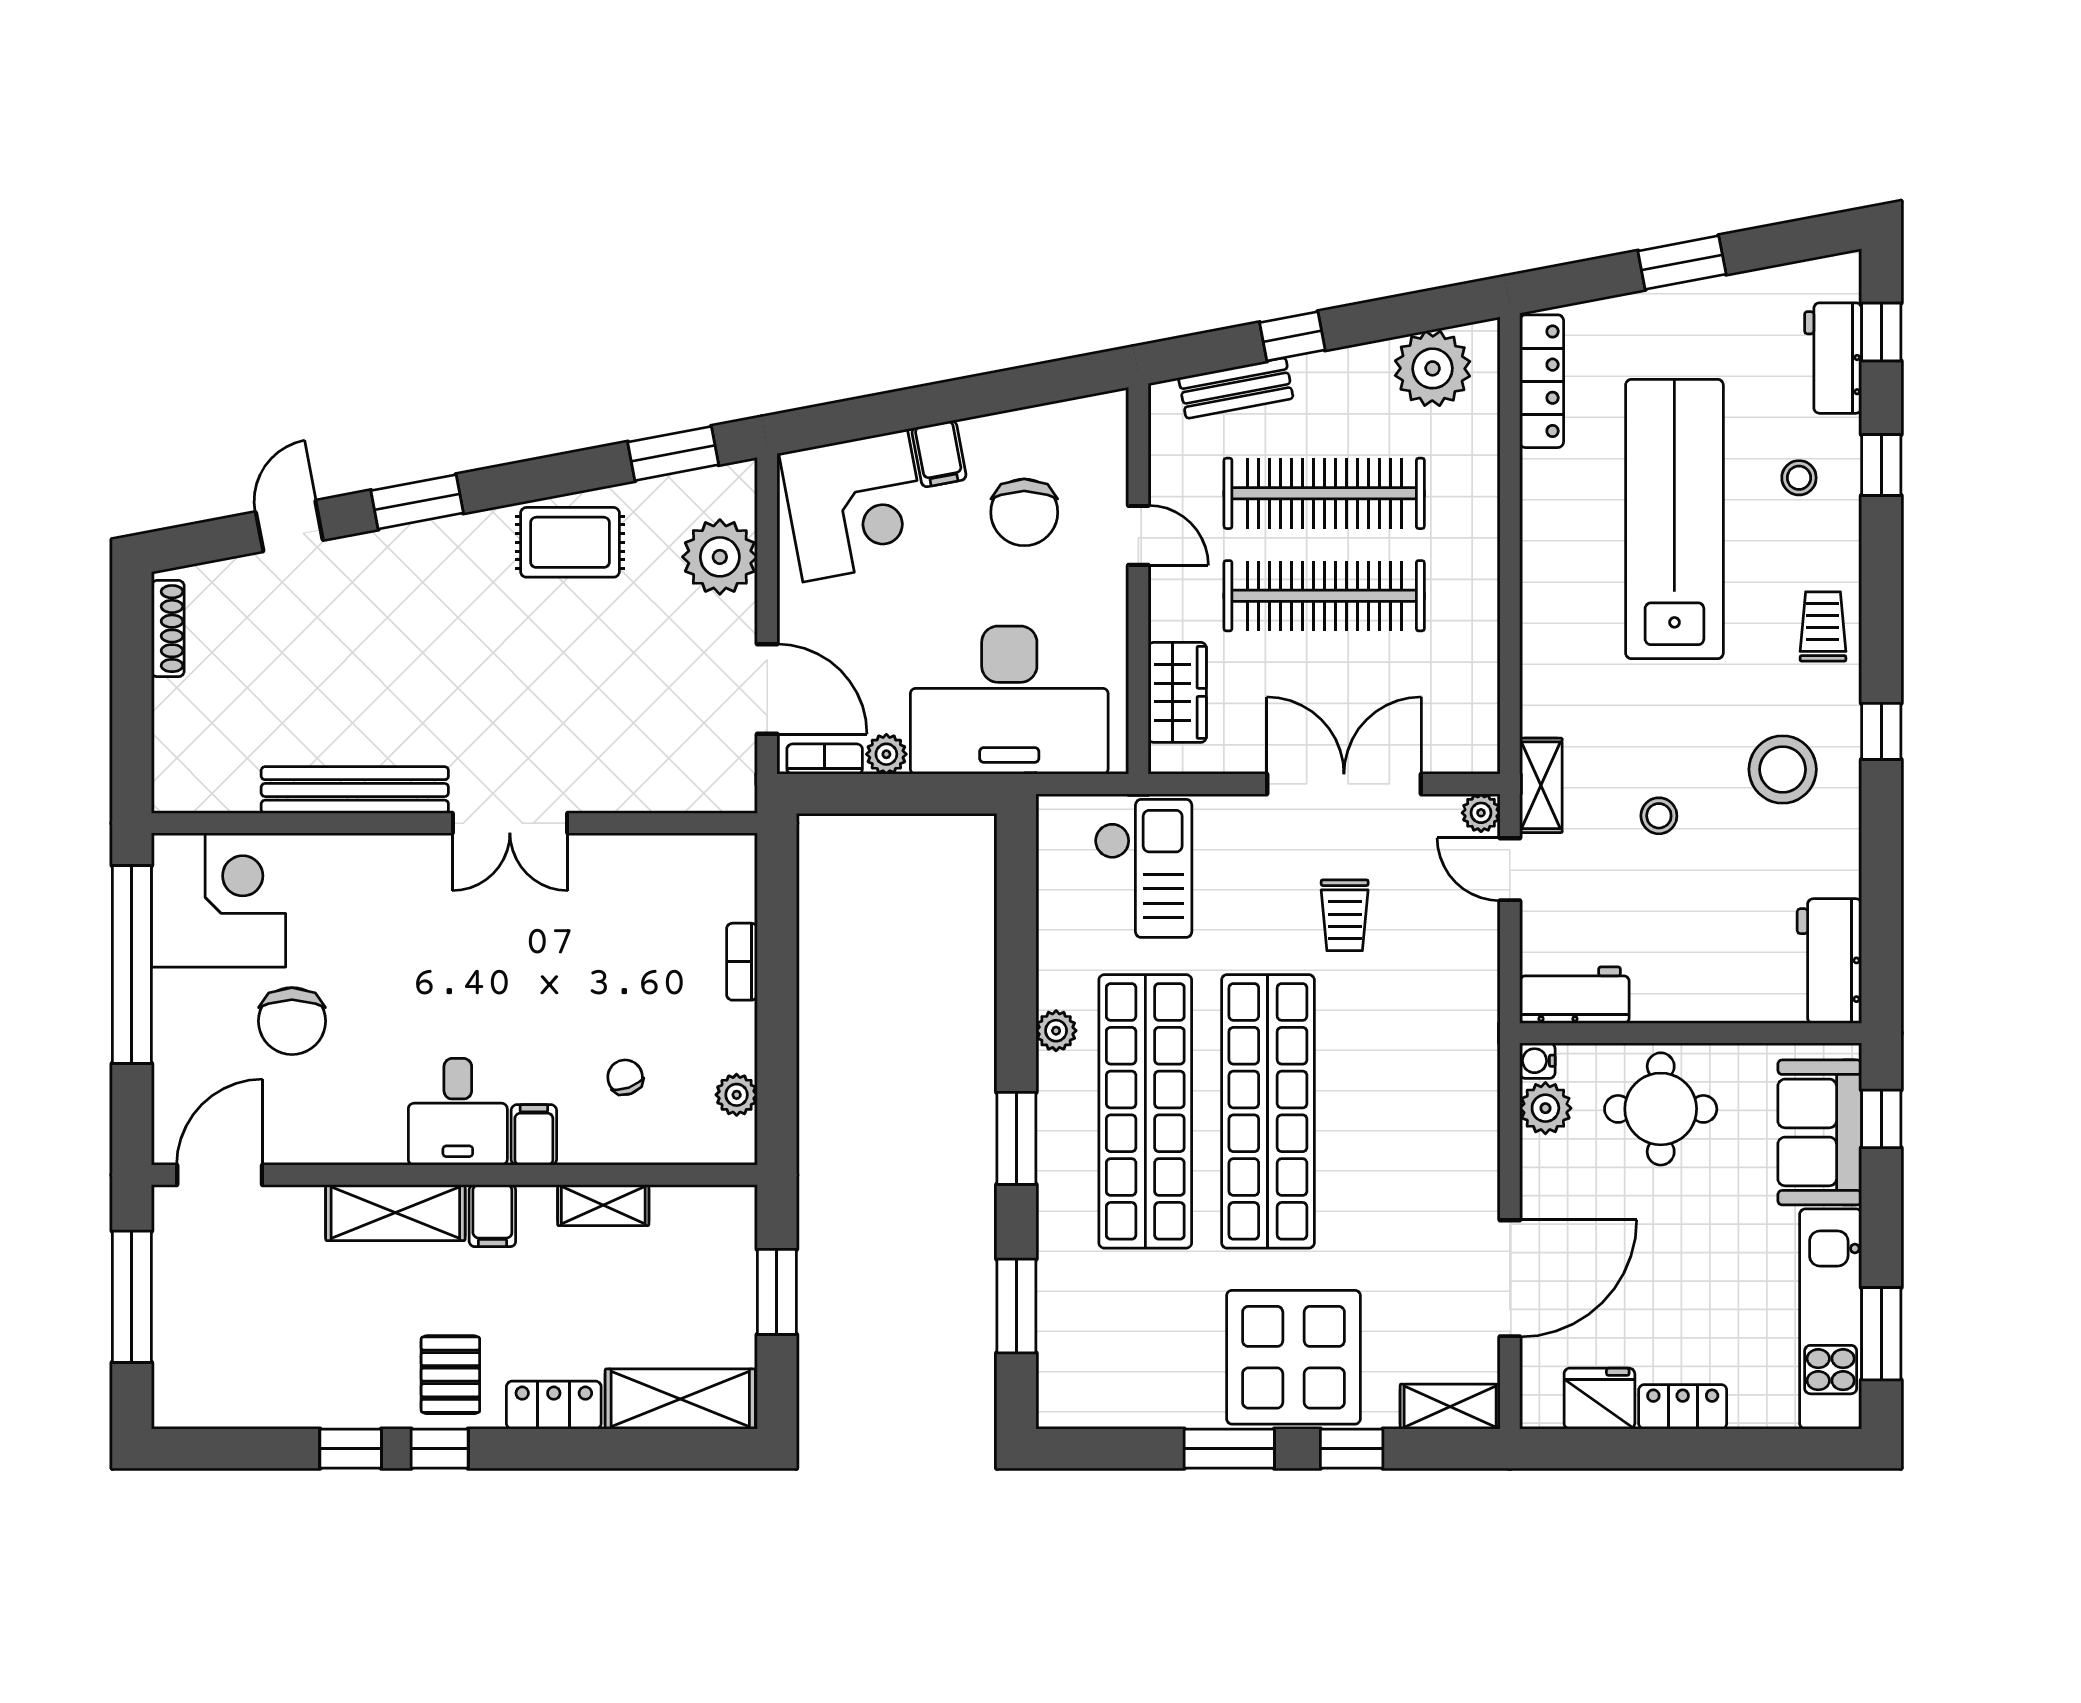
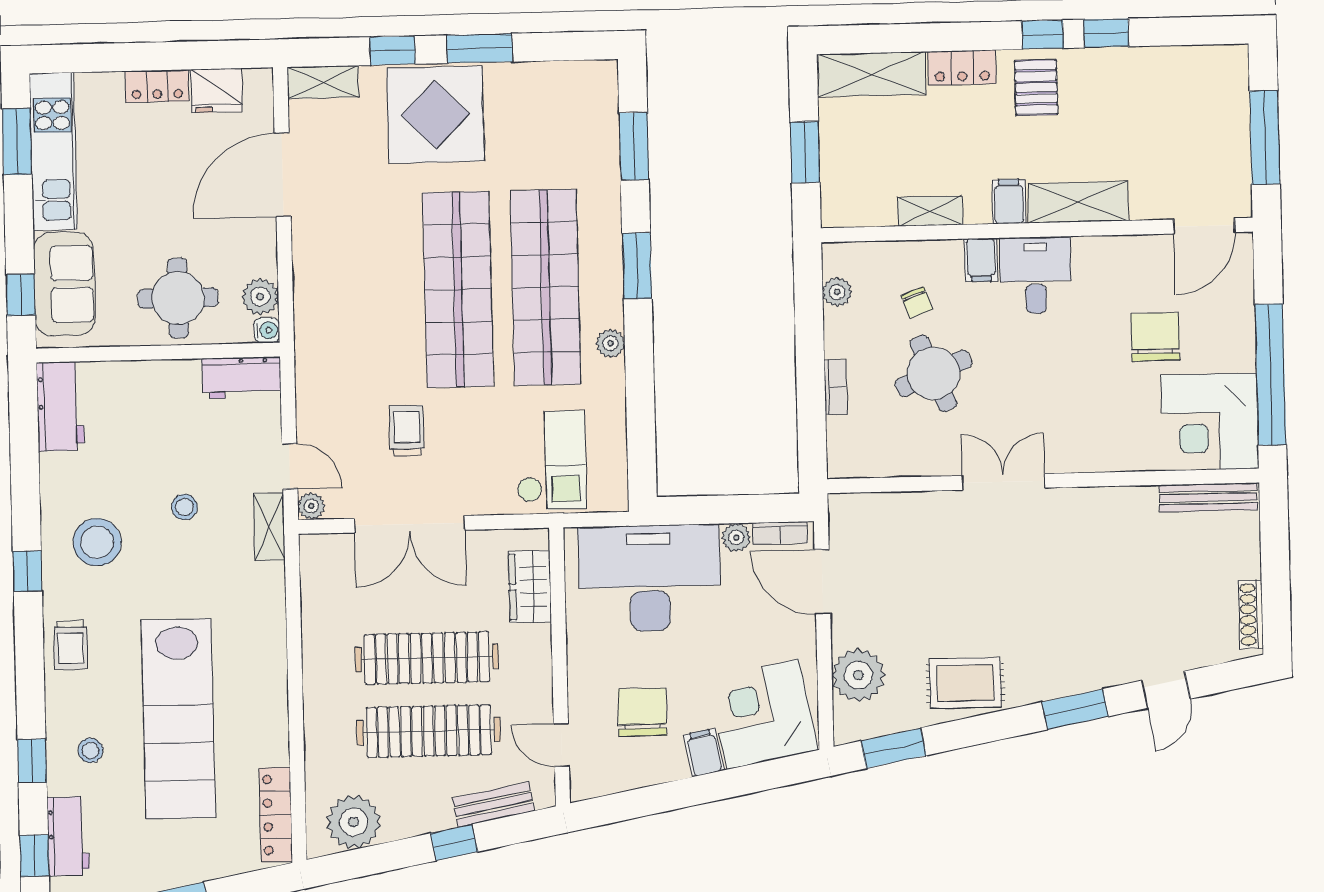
door: (1138, 535) -> (561, 745), moved
bench: (355, 790) -> (1208, 497), moved, width x0.73, depth x0.82
checkout: (1143, 868) -> (551, 461), turned 180
round table: (604, 977) -> (933, 373), added

